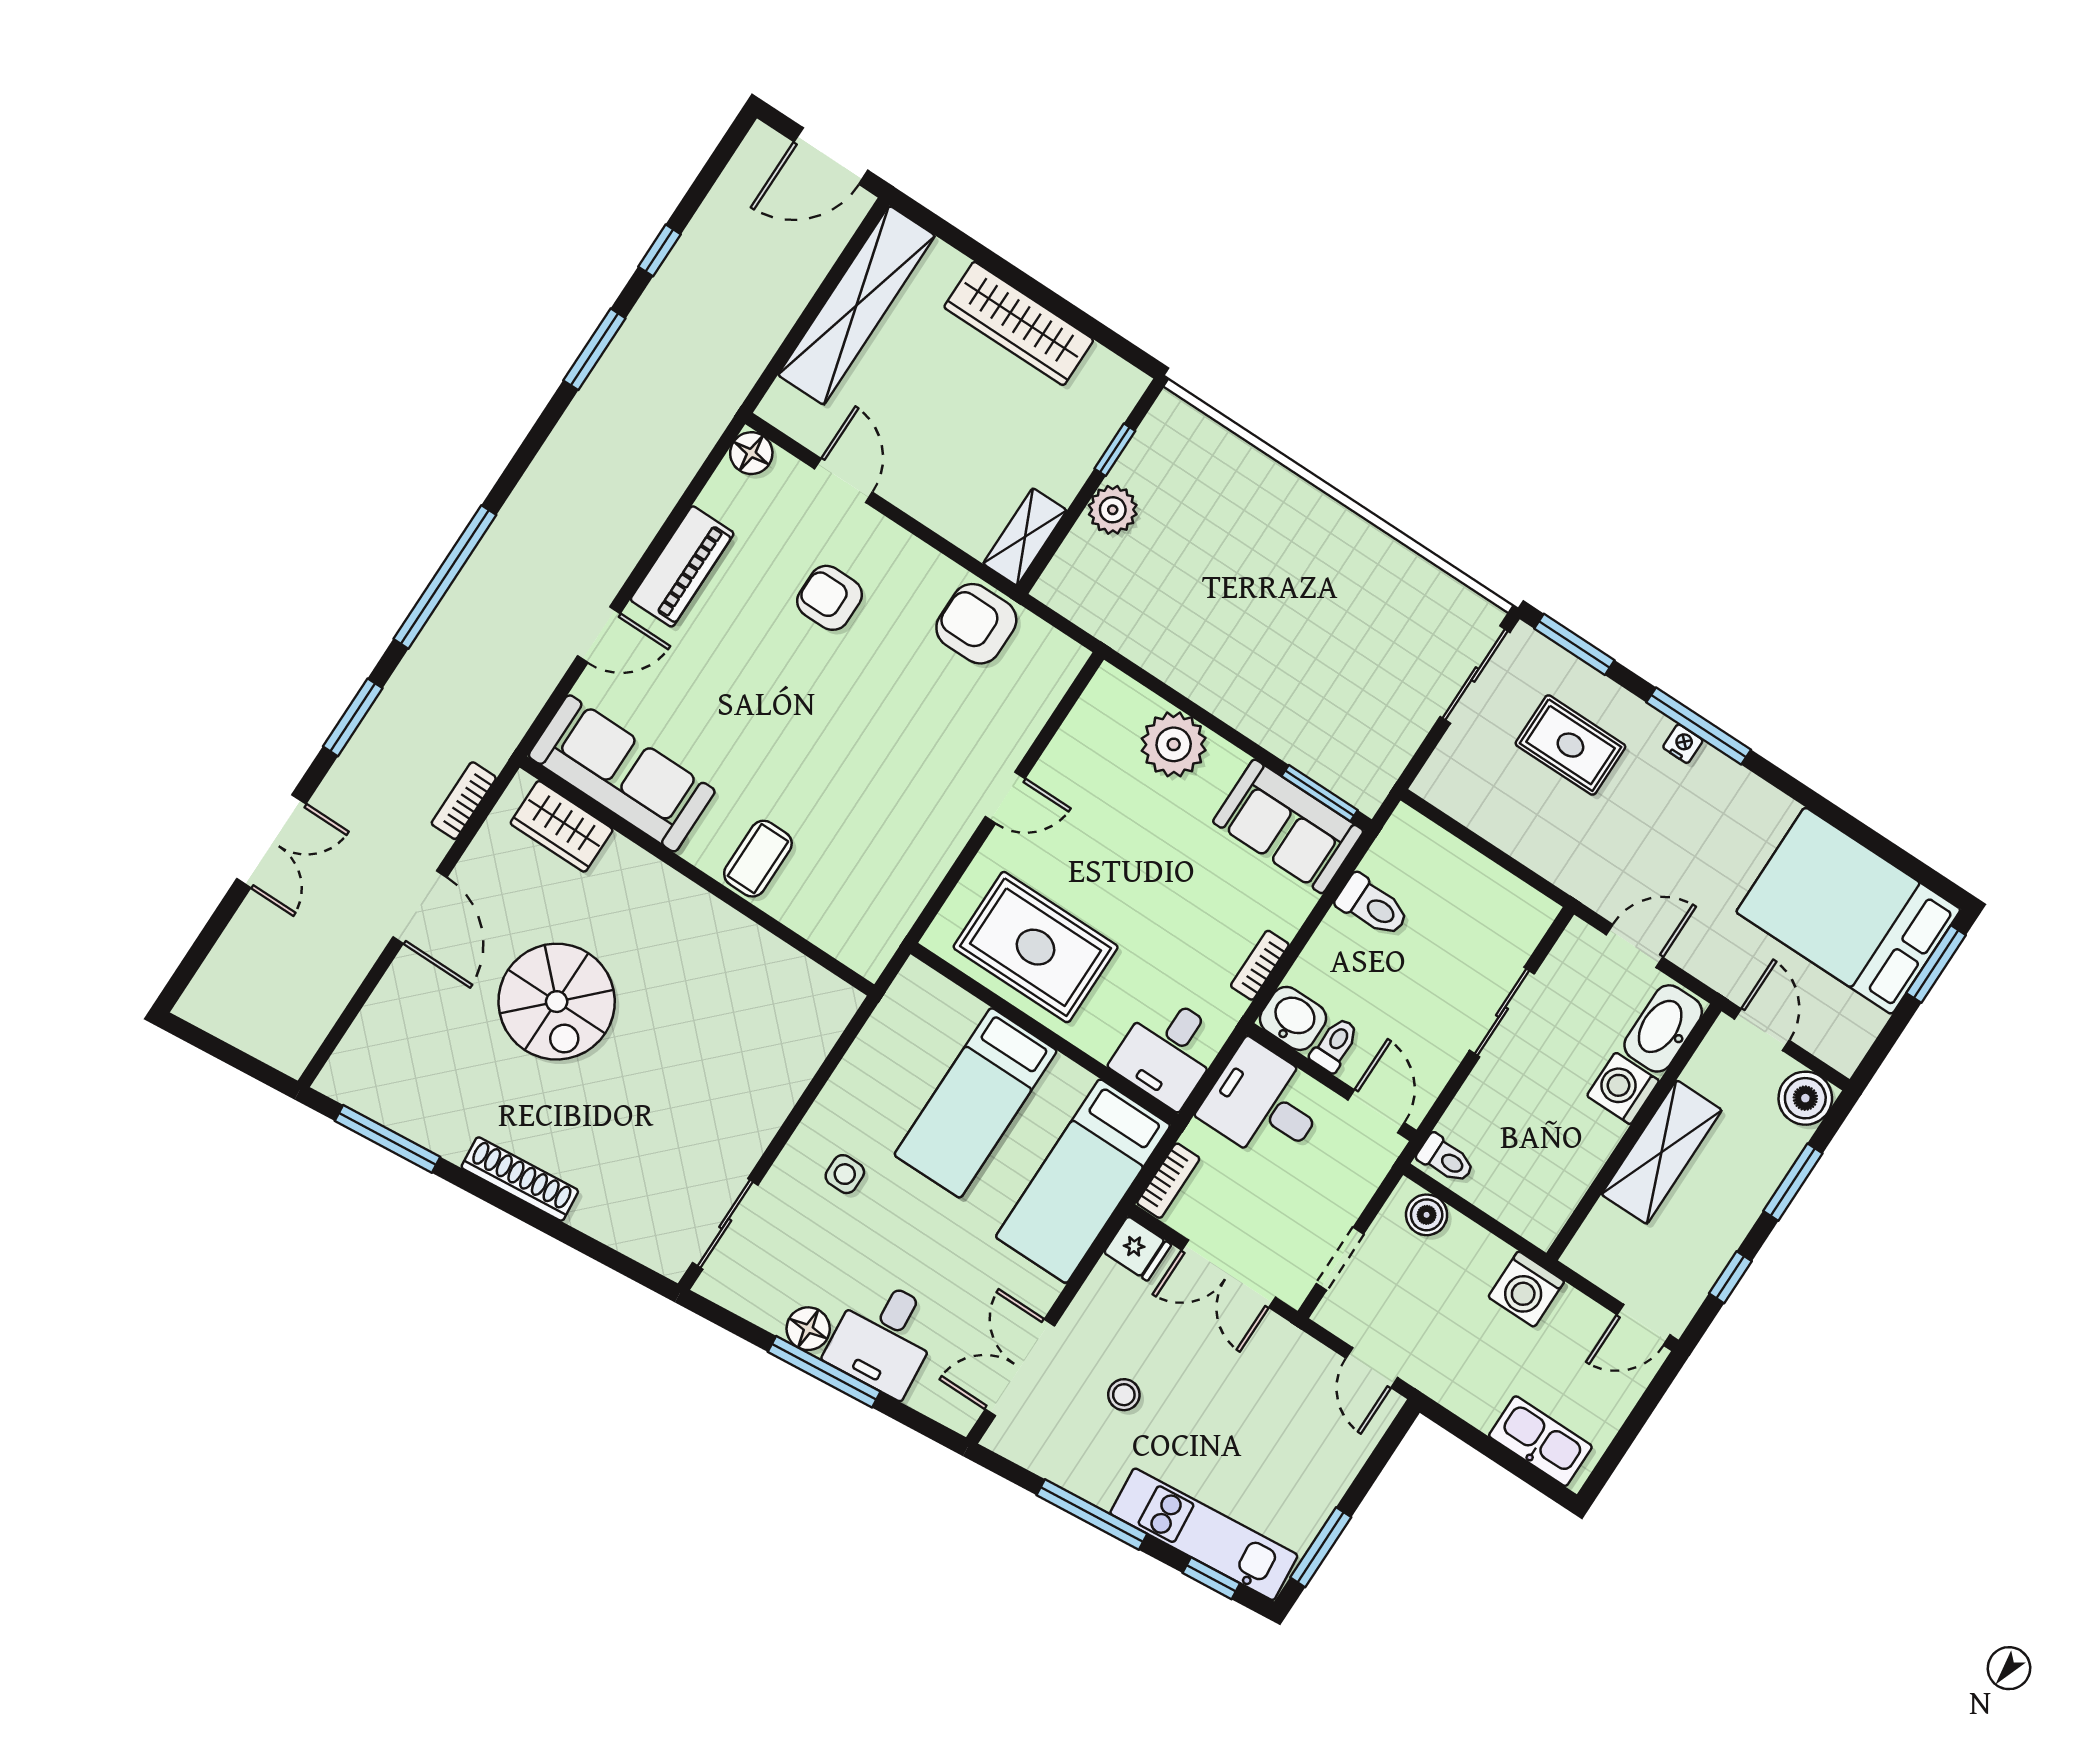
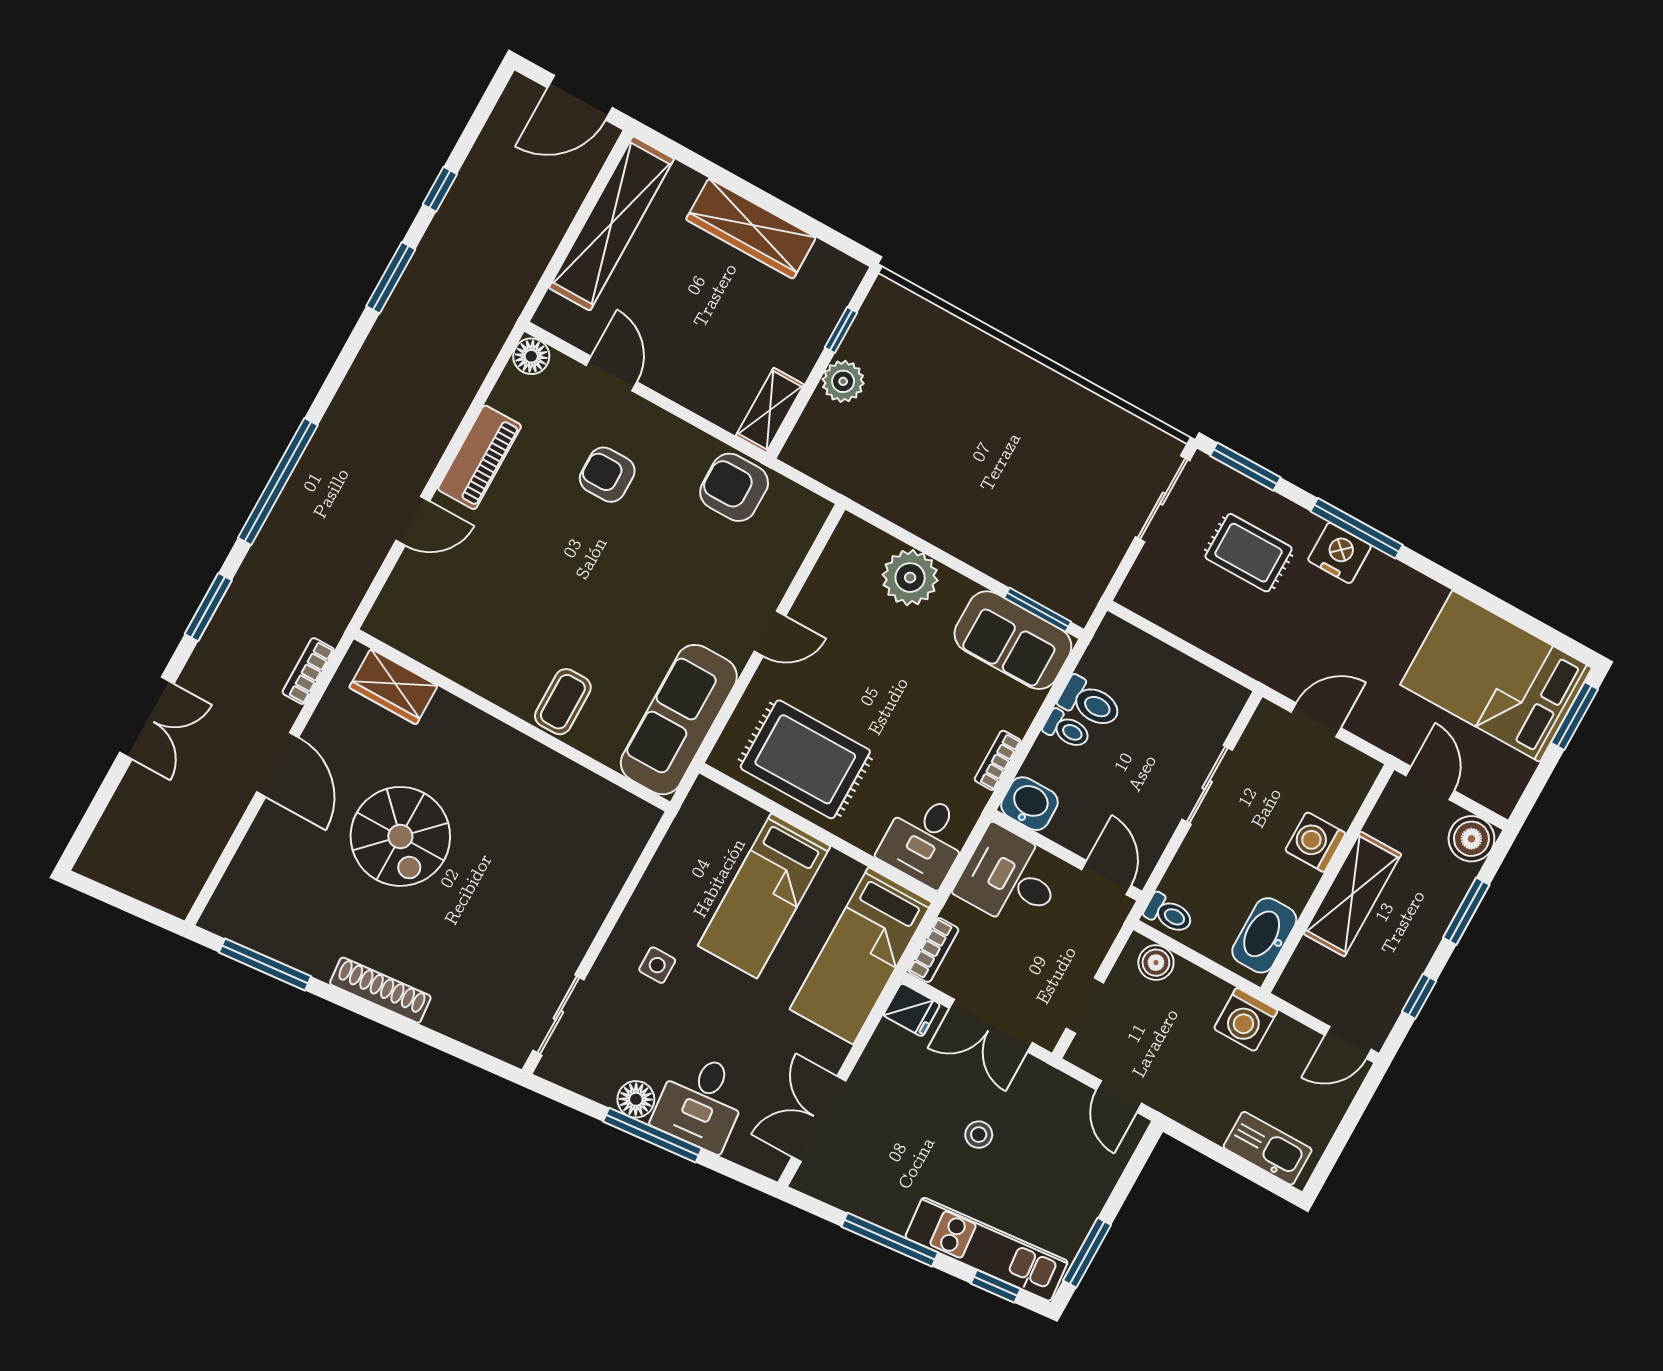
nightstand: (1683, 744) -> (1340, 553), width x1.89, depth x1.79
sofa: (622, 773) -> (679, 720), moved, turned -90
washbasin: (1663, 1028) -> (1264, 935), moved
toilet: (1335, 1045) -> (1067, 729), moved, turned 90
stool: (1124, 1395) -> (979, 1135), moved

